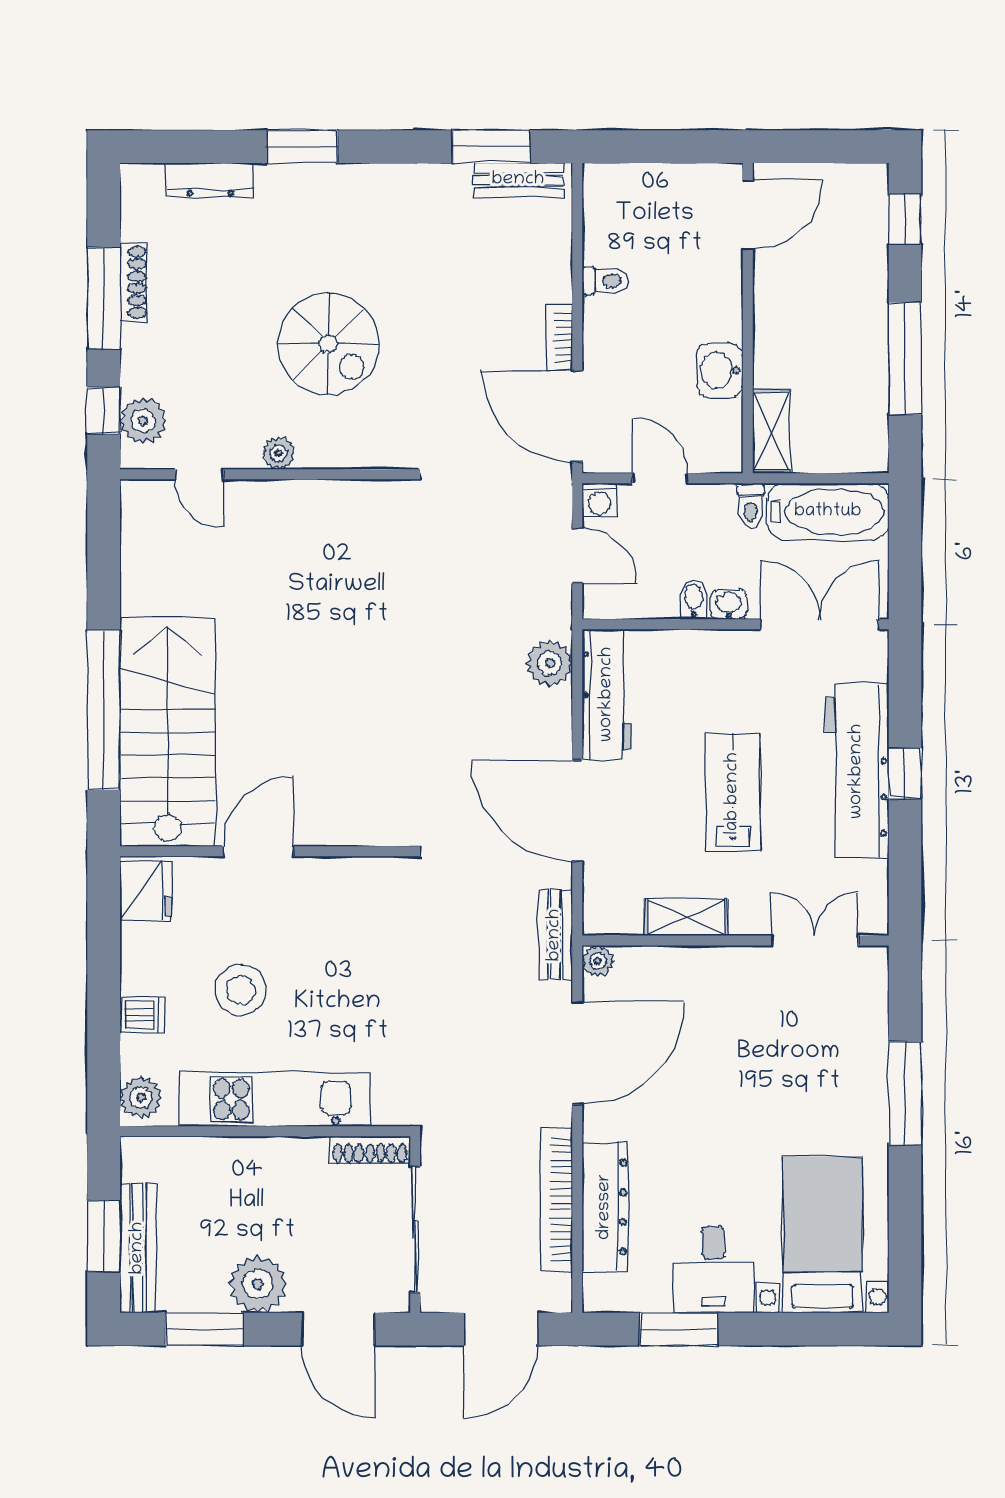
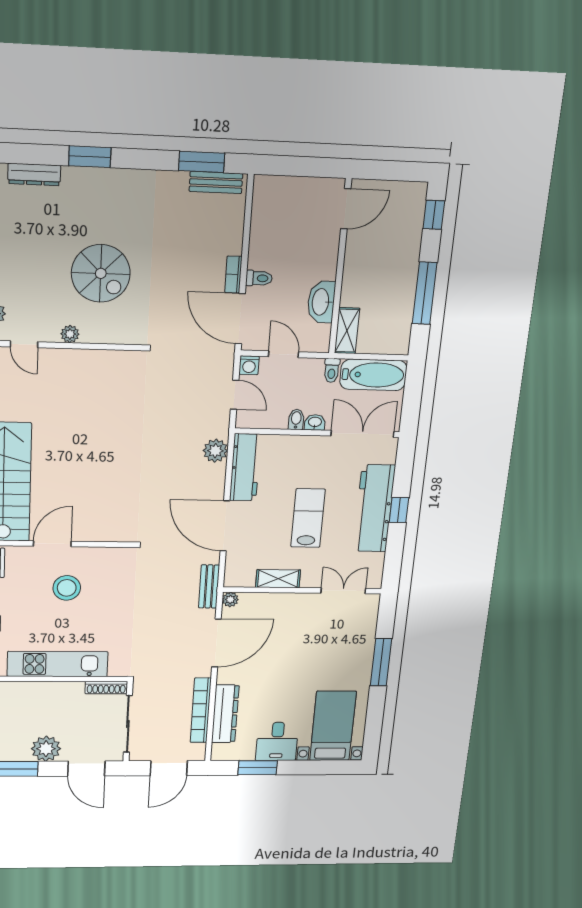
toilet: (605, 281) -> (259, 278), moved
washbasin: (720, 370) -> (321, 302), width x1.38
stool: (241, 990) -> (67, 588), moved

